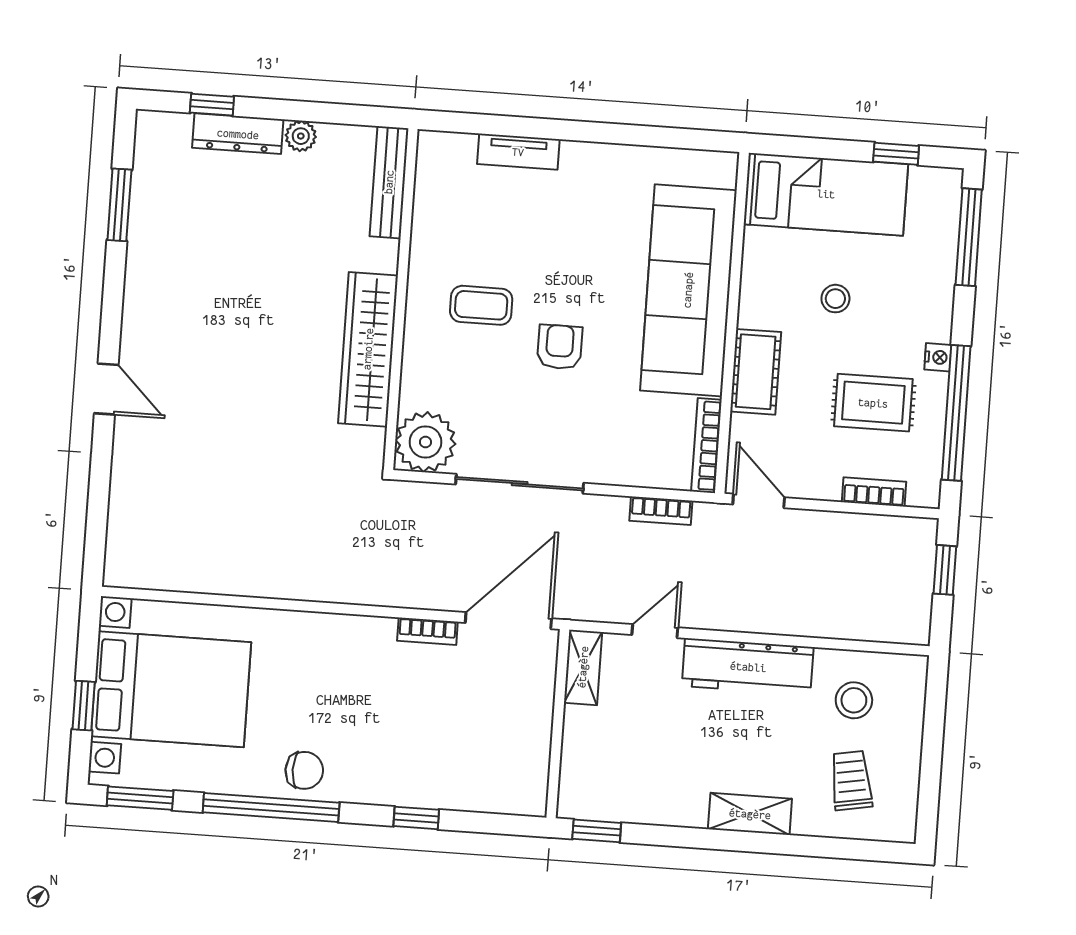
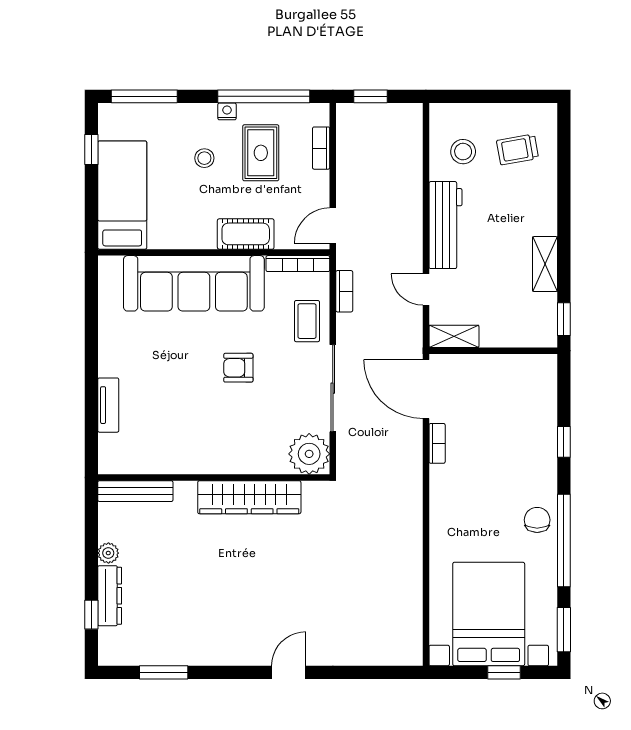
stool: (835, 299) -> (204, 158), moved
coffee table: (481, 305) -> (307, 321), moved
shelving: (750, 814) -> (545, 264), moved

